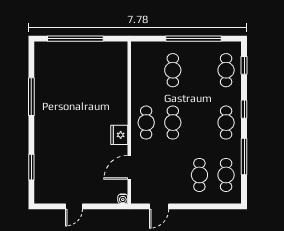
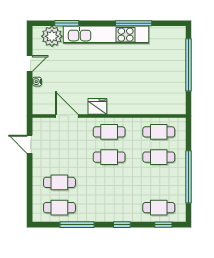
cafe table: (226, 123) -> (159, 132), moved
kitchen unit: (43, 126) -> (106, 35), added
plant: (45, 183) -> (52, 36), added
water cooler: (123, 199) -> (37, 82), moved
door: (74, 206) -> (30, 64), swing flipped

